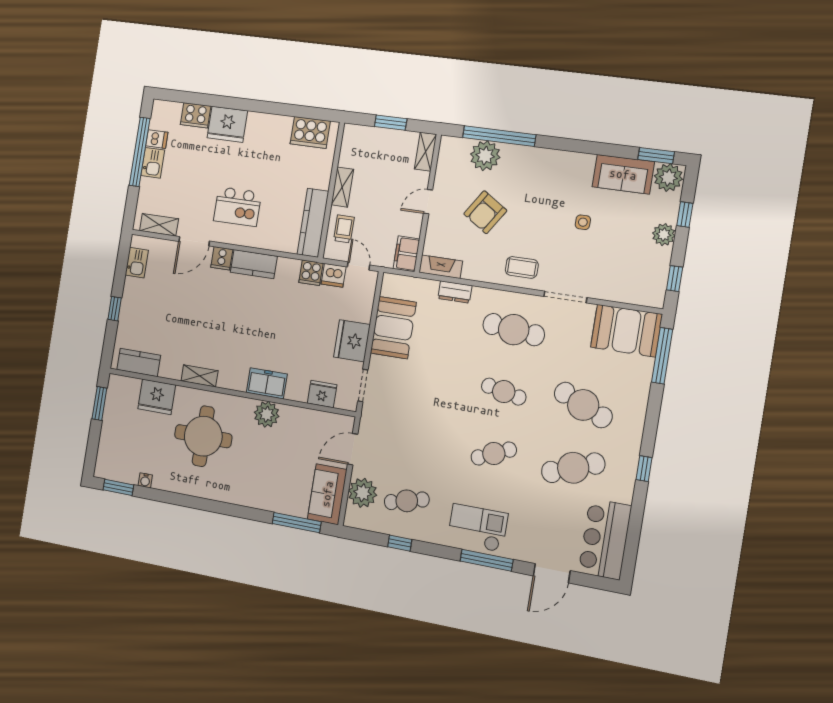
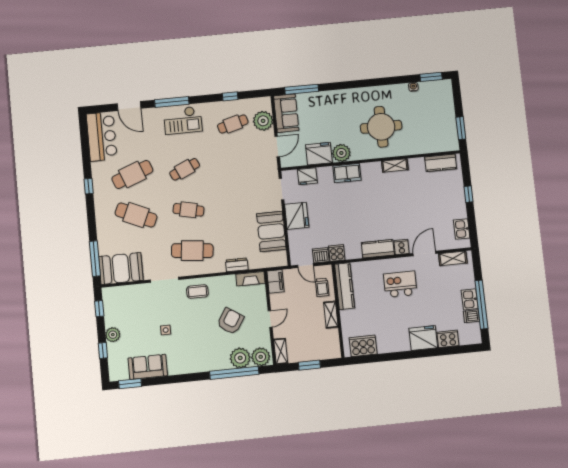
plant: (668, 178) -> (261, 357), moved
fridge: (157, 397) -> (319, 154), moved
door: (552, 573) -> (129, 106), swing flipped

